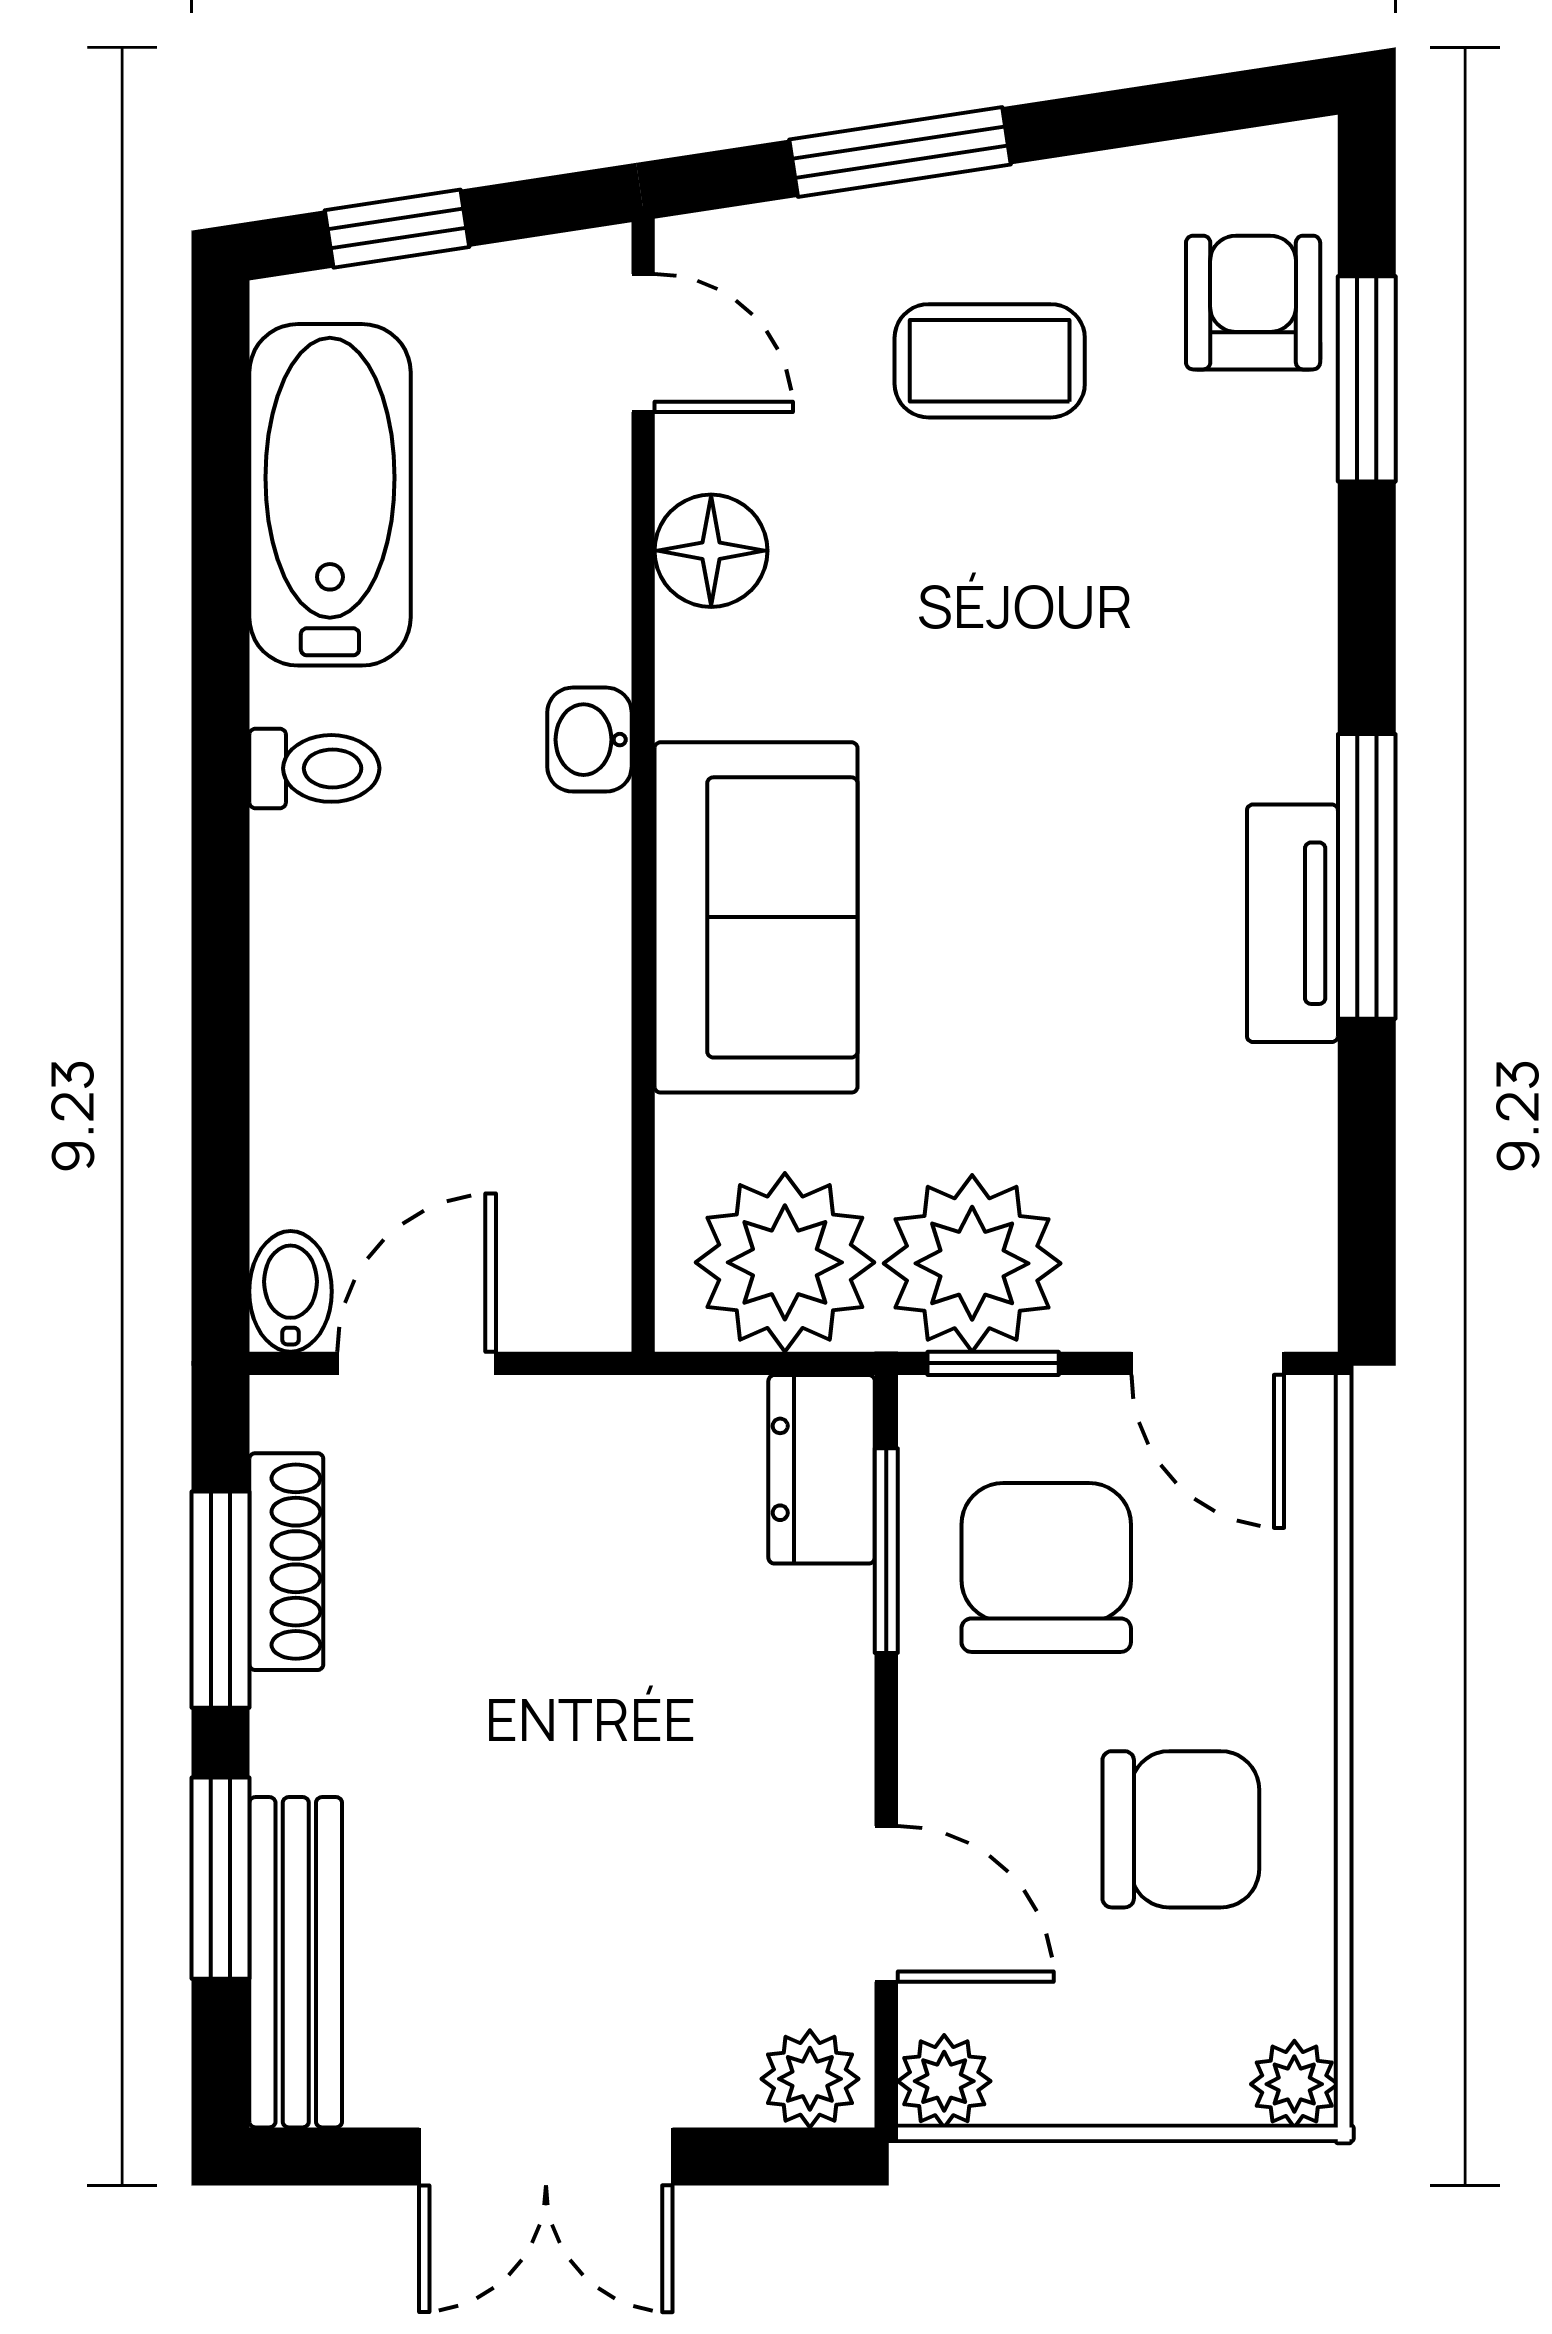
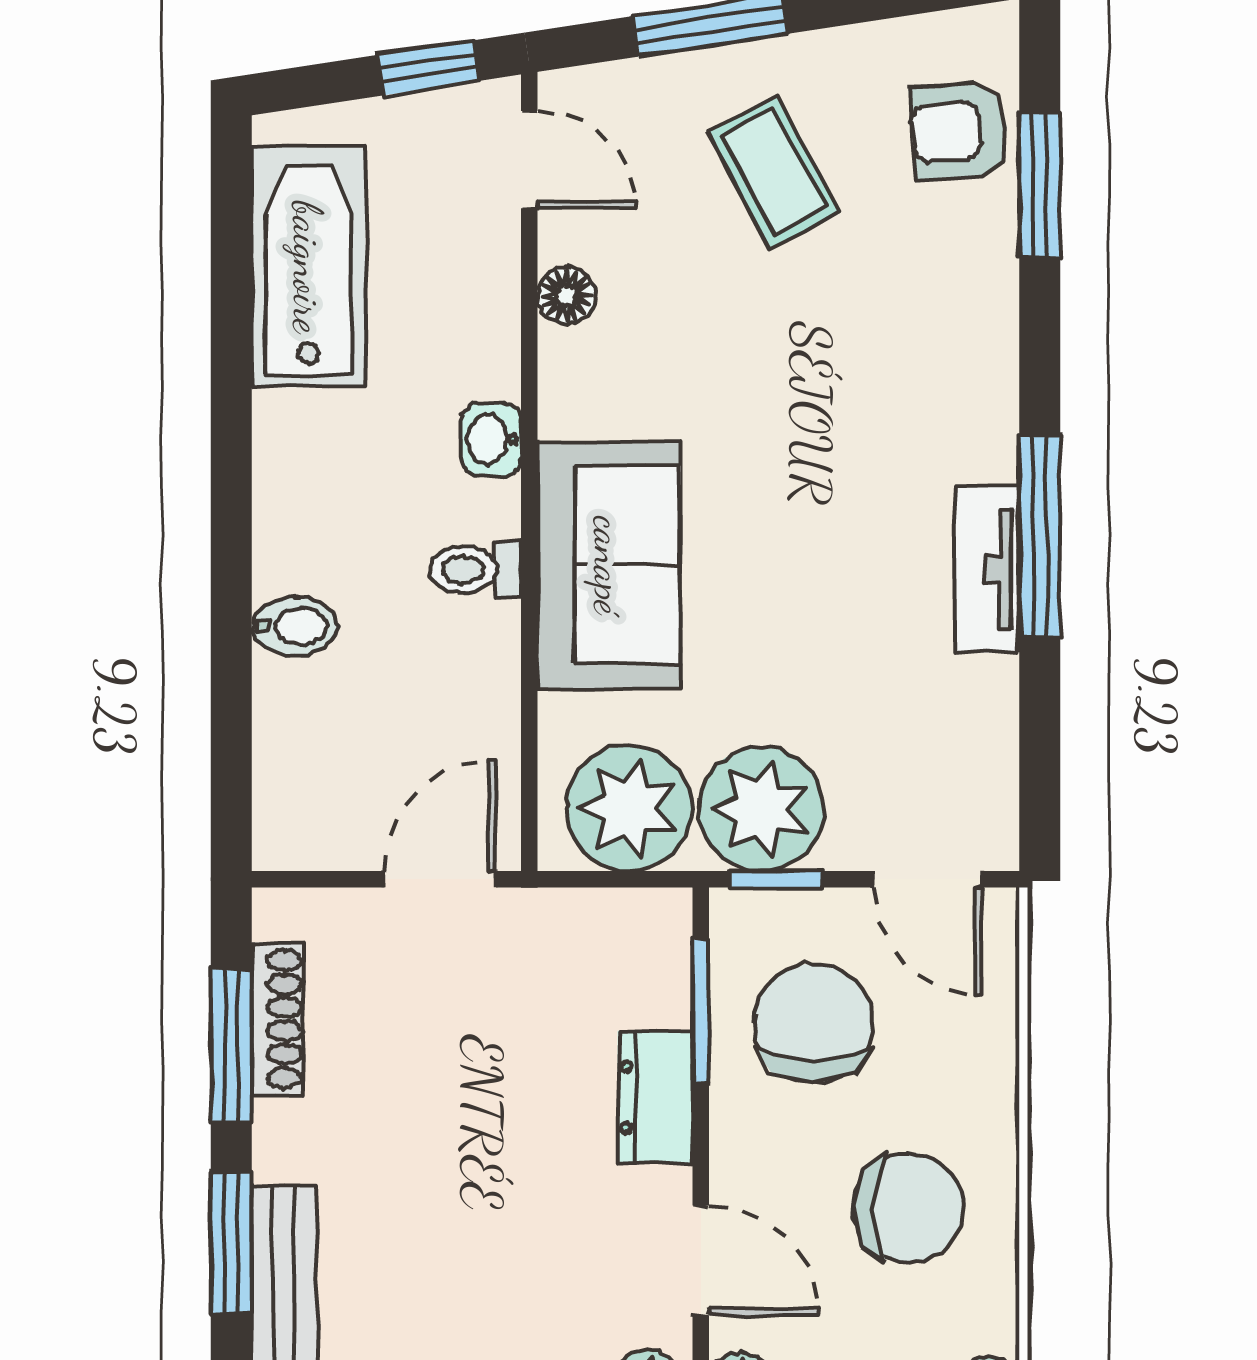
window: (397, 229) -> (428, 68), moved
armchair: (1253, 303) -> (960, 131), turned -95
coffee table: (990, 361) -> (774, 172), turned 62
floor lamp: (711, 551) -> (566, 295), width x0.73, depth x0.73
toilet: (314, 768) -> (475, 570), moved, turned 180
bidet: (290, 1291) -> (294, 626), moved, turned 90
door: (417, 1363) -> (440, 879), moved
dresser: (822, 1469) -> (655, 1097), moved

